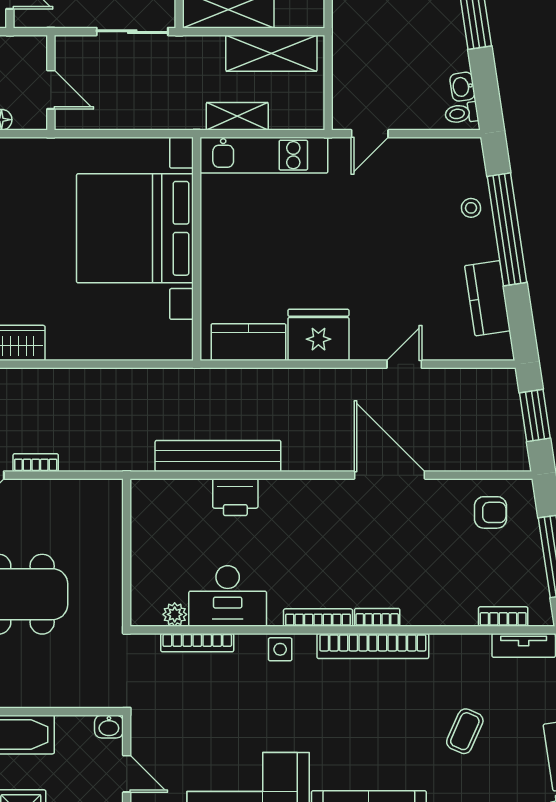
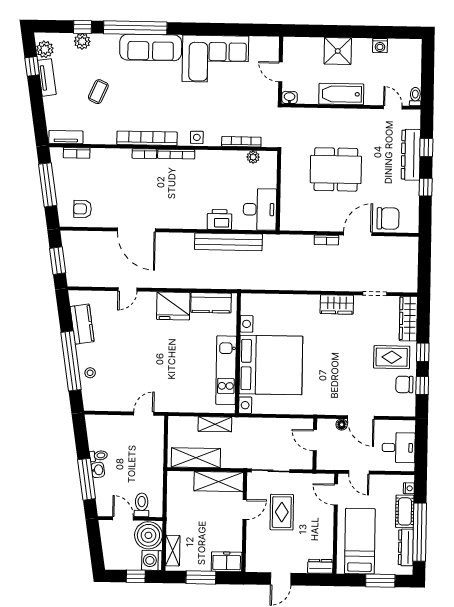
washbasin: (462, 87) -> (98, 470), moved
toilet: (462, 113) -> (99, 456), moved
kitchen unit: (264, 155) -> (226, 370), moved, turned -90
desk: (228, 596) -> (260, 209), moved, turned 90

